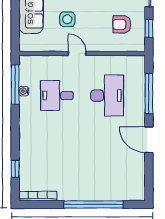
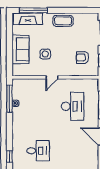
door: (77, 53) -> (52, 77), swing flipped
desk: (57, 96) -> (38, 151), moved, turned 180

